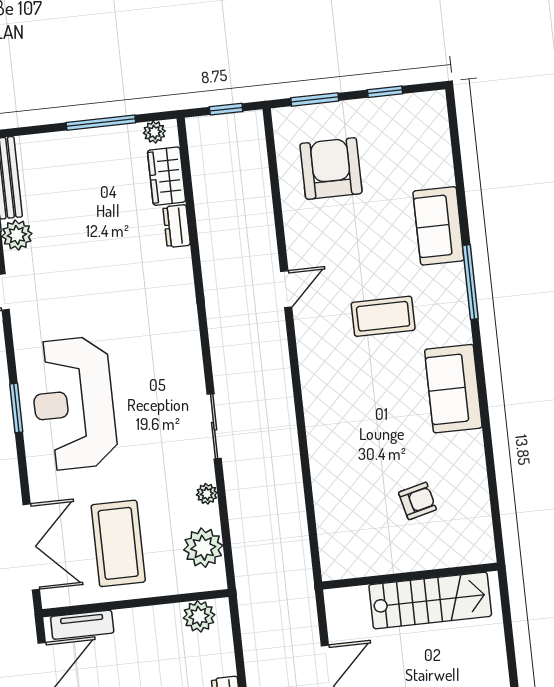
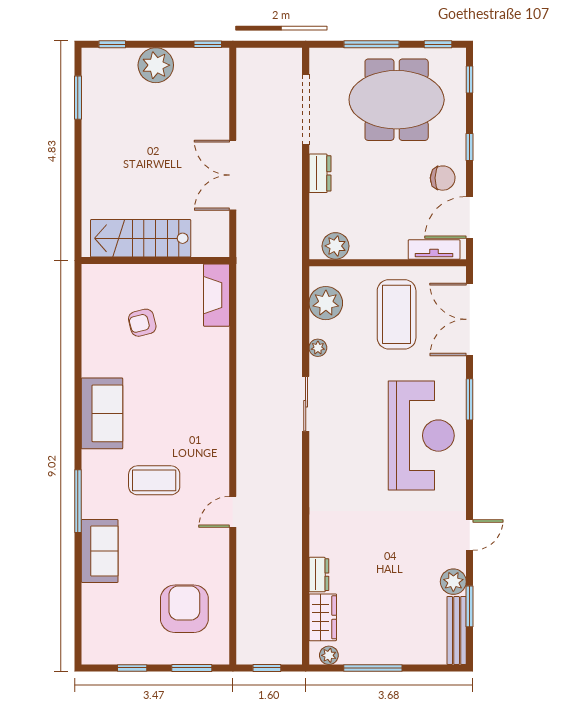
armchair: (331, 168) -> (184, 609), turned 180
window: (16, 408) -> (470, 399), moved
fireplace: (333, 543) -> (217, 295), added

